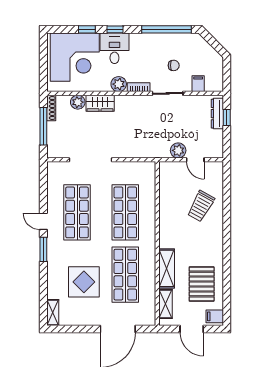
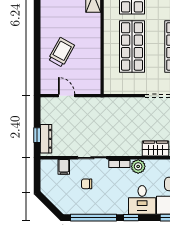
window: (115, 29) -> (131, 218), moved
plant: (178, 150) -> (83, 104), removed

